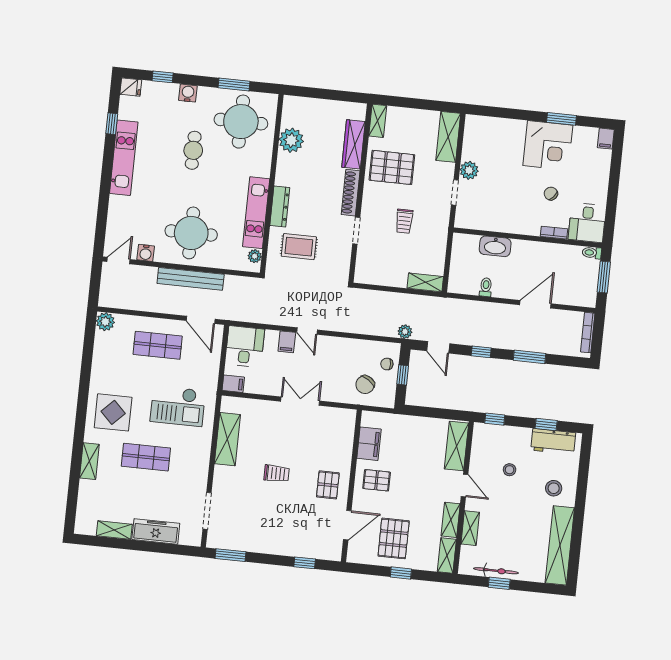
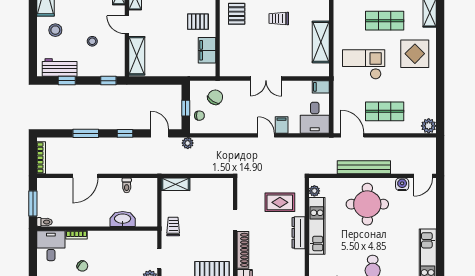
trolley: (404, 221) -> (173, 227), moved

